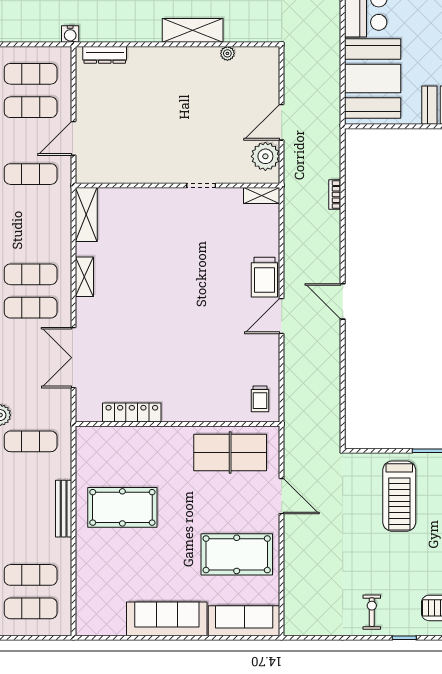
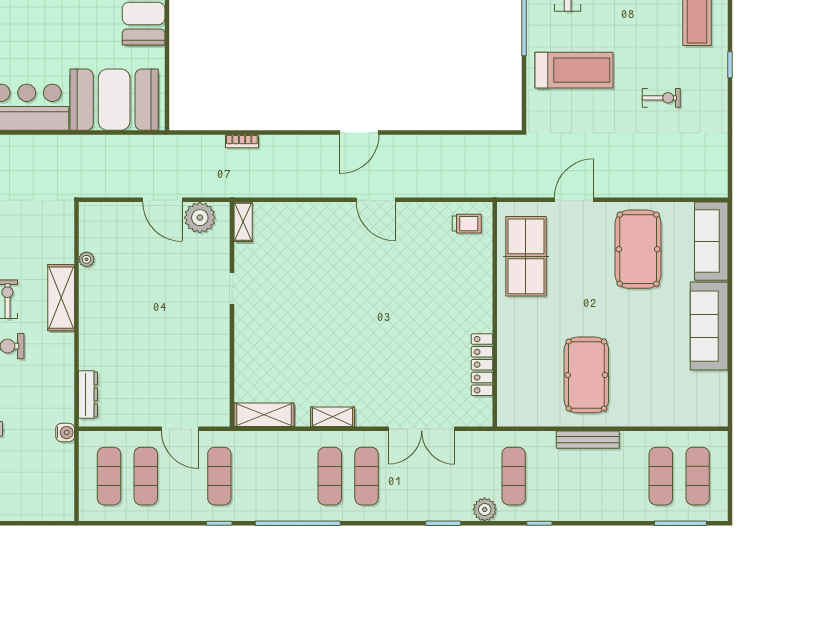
trolley: (264, 277) -> (333, 219), removed
exercise bike: (372, 612) -> (661, 98), moved, turned 180

